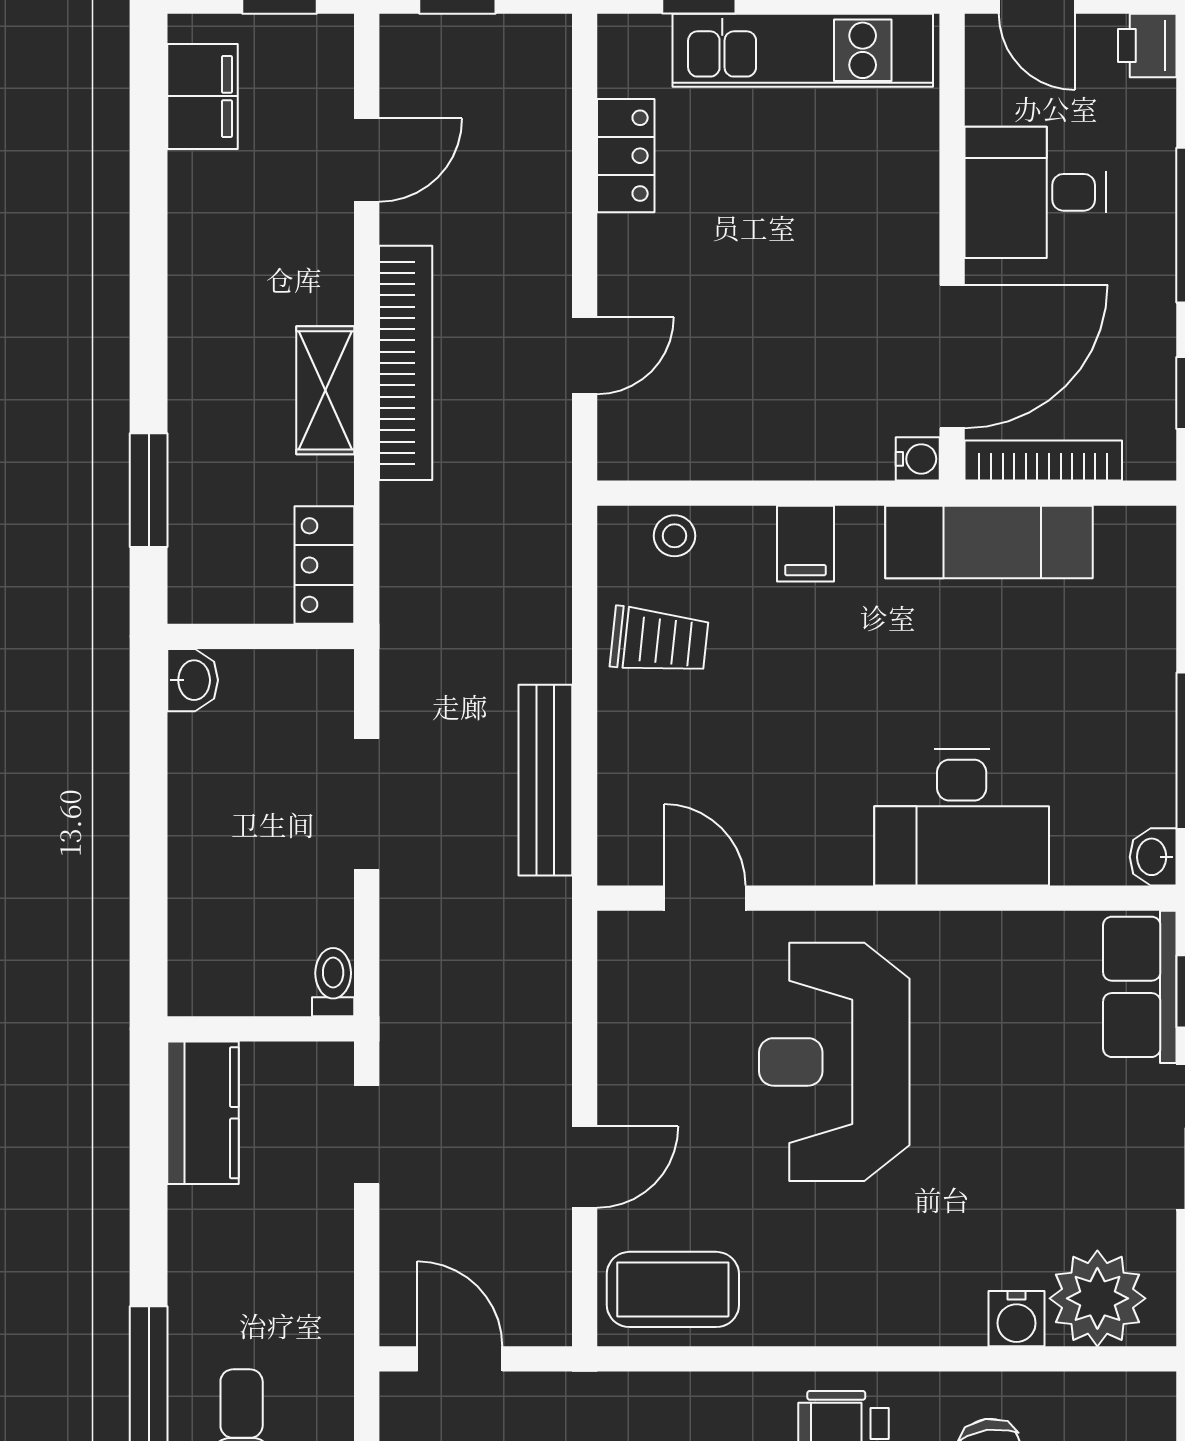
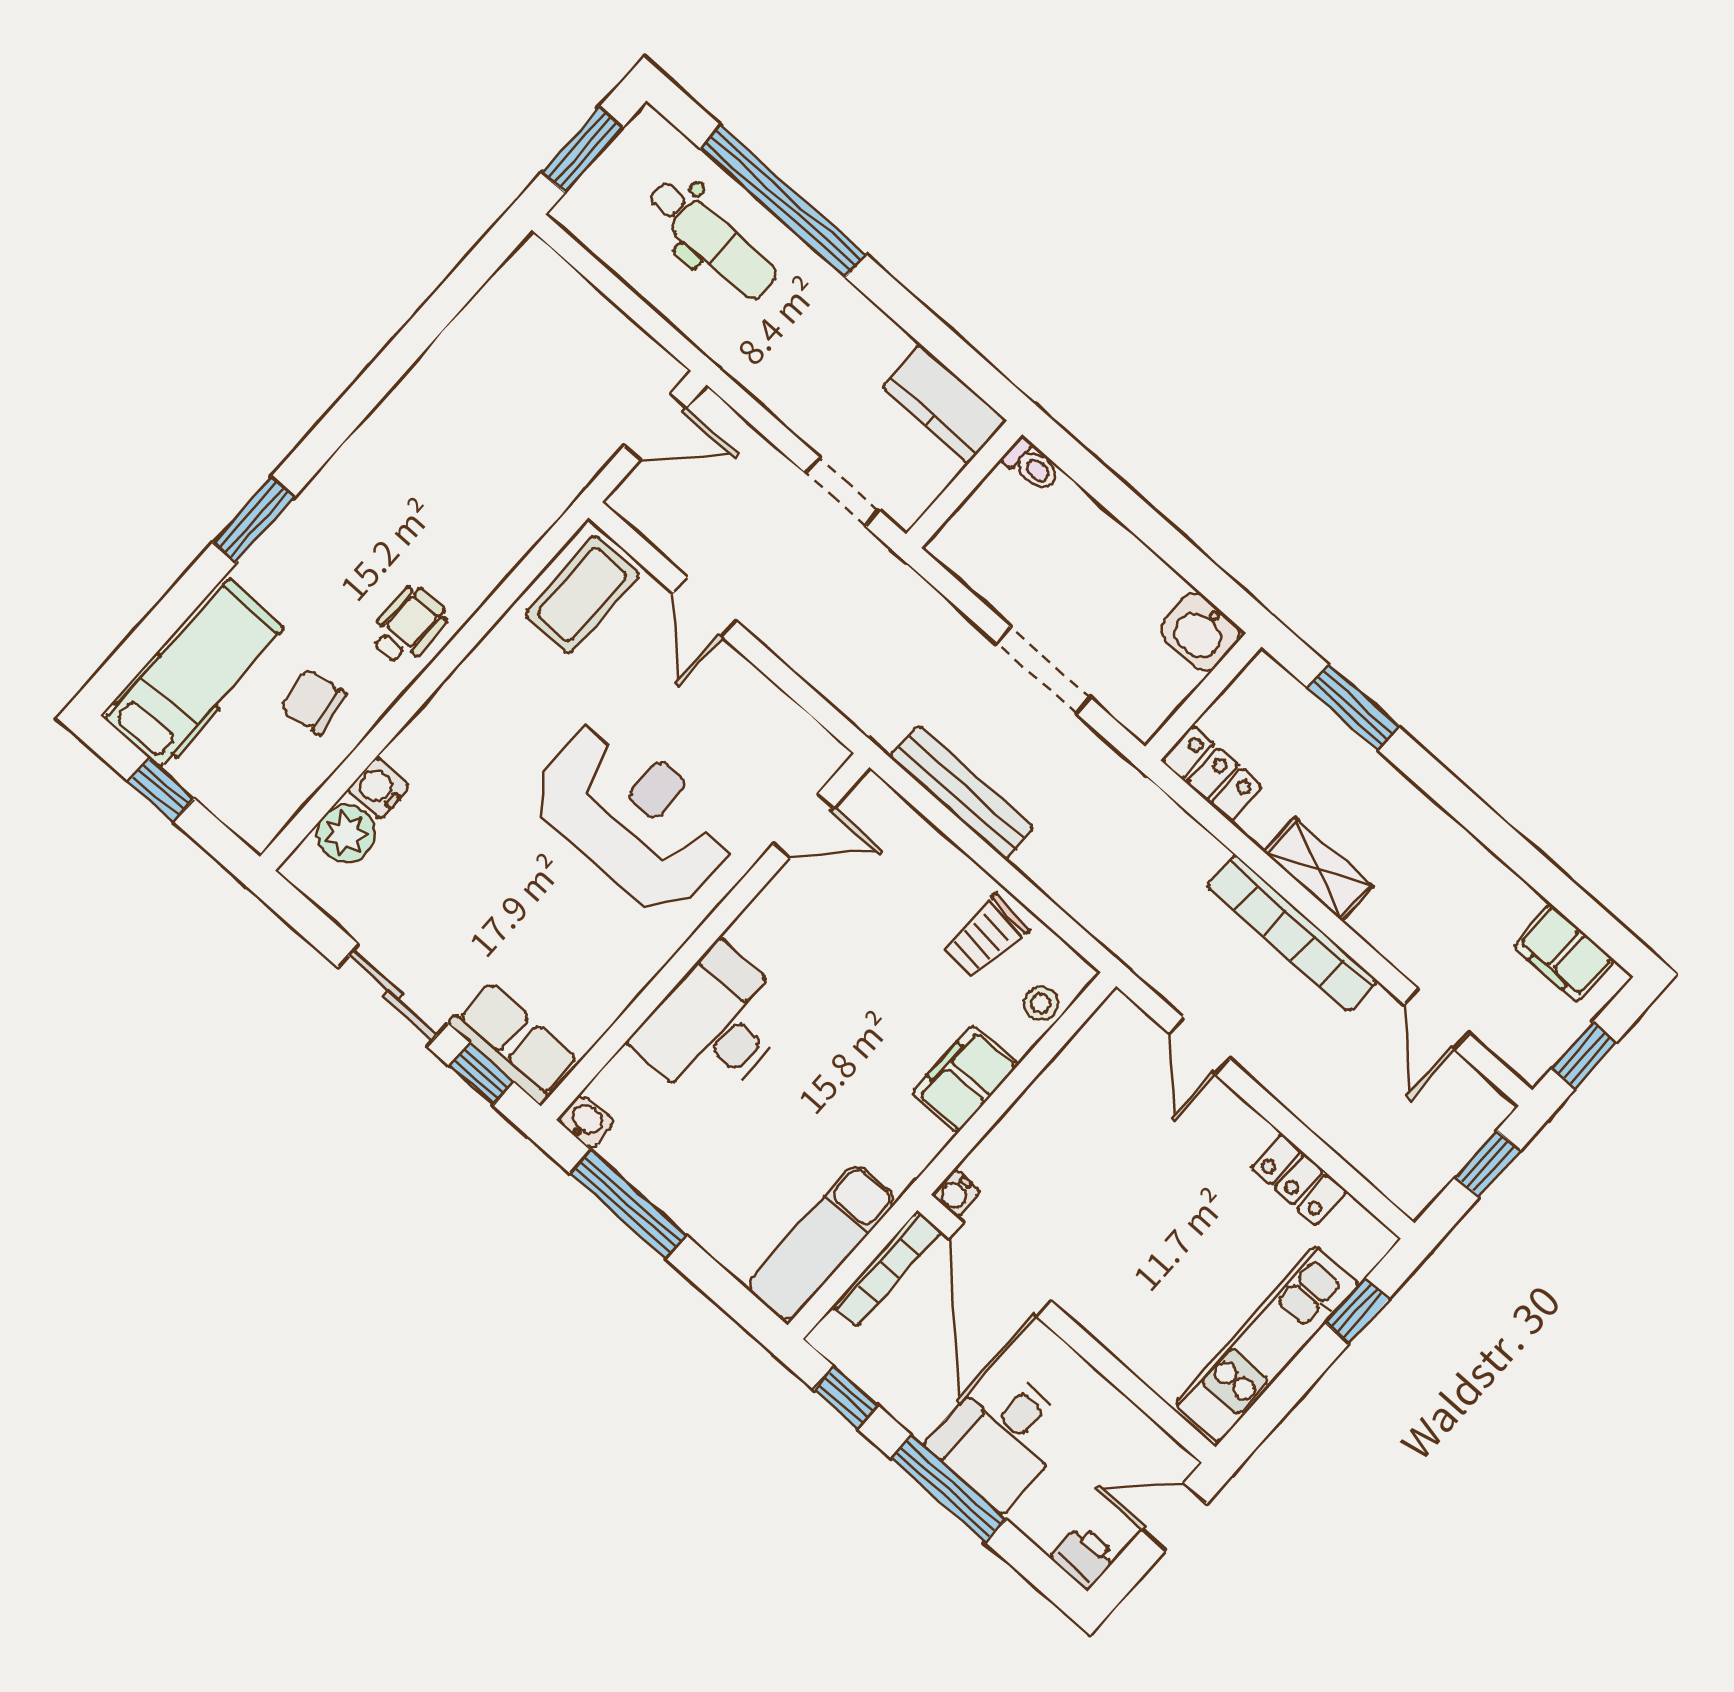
desk: (1035, 192) -> (1001, 1438), moved, turned 180
exam couch: (989, 542) -> (821, 1243), moved
filing cabinet: (805, 544) -> (965, 1079), width x2.00
washbasin: (193, 680) -> (1200, 632), width x1.38, depth x1.45
toilet: (333, 982) -> (1032, 465), moved
plant: (1097, 1298) -> (346, 834), width x0.73, depth x0.73

